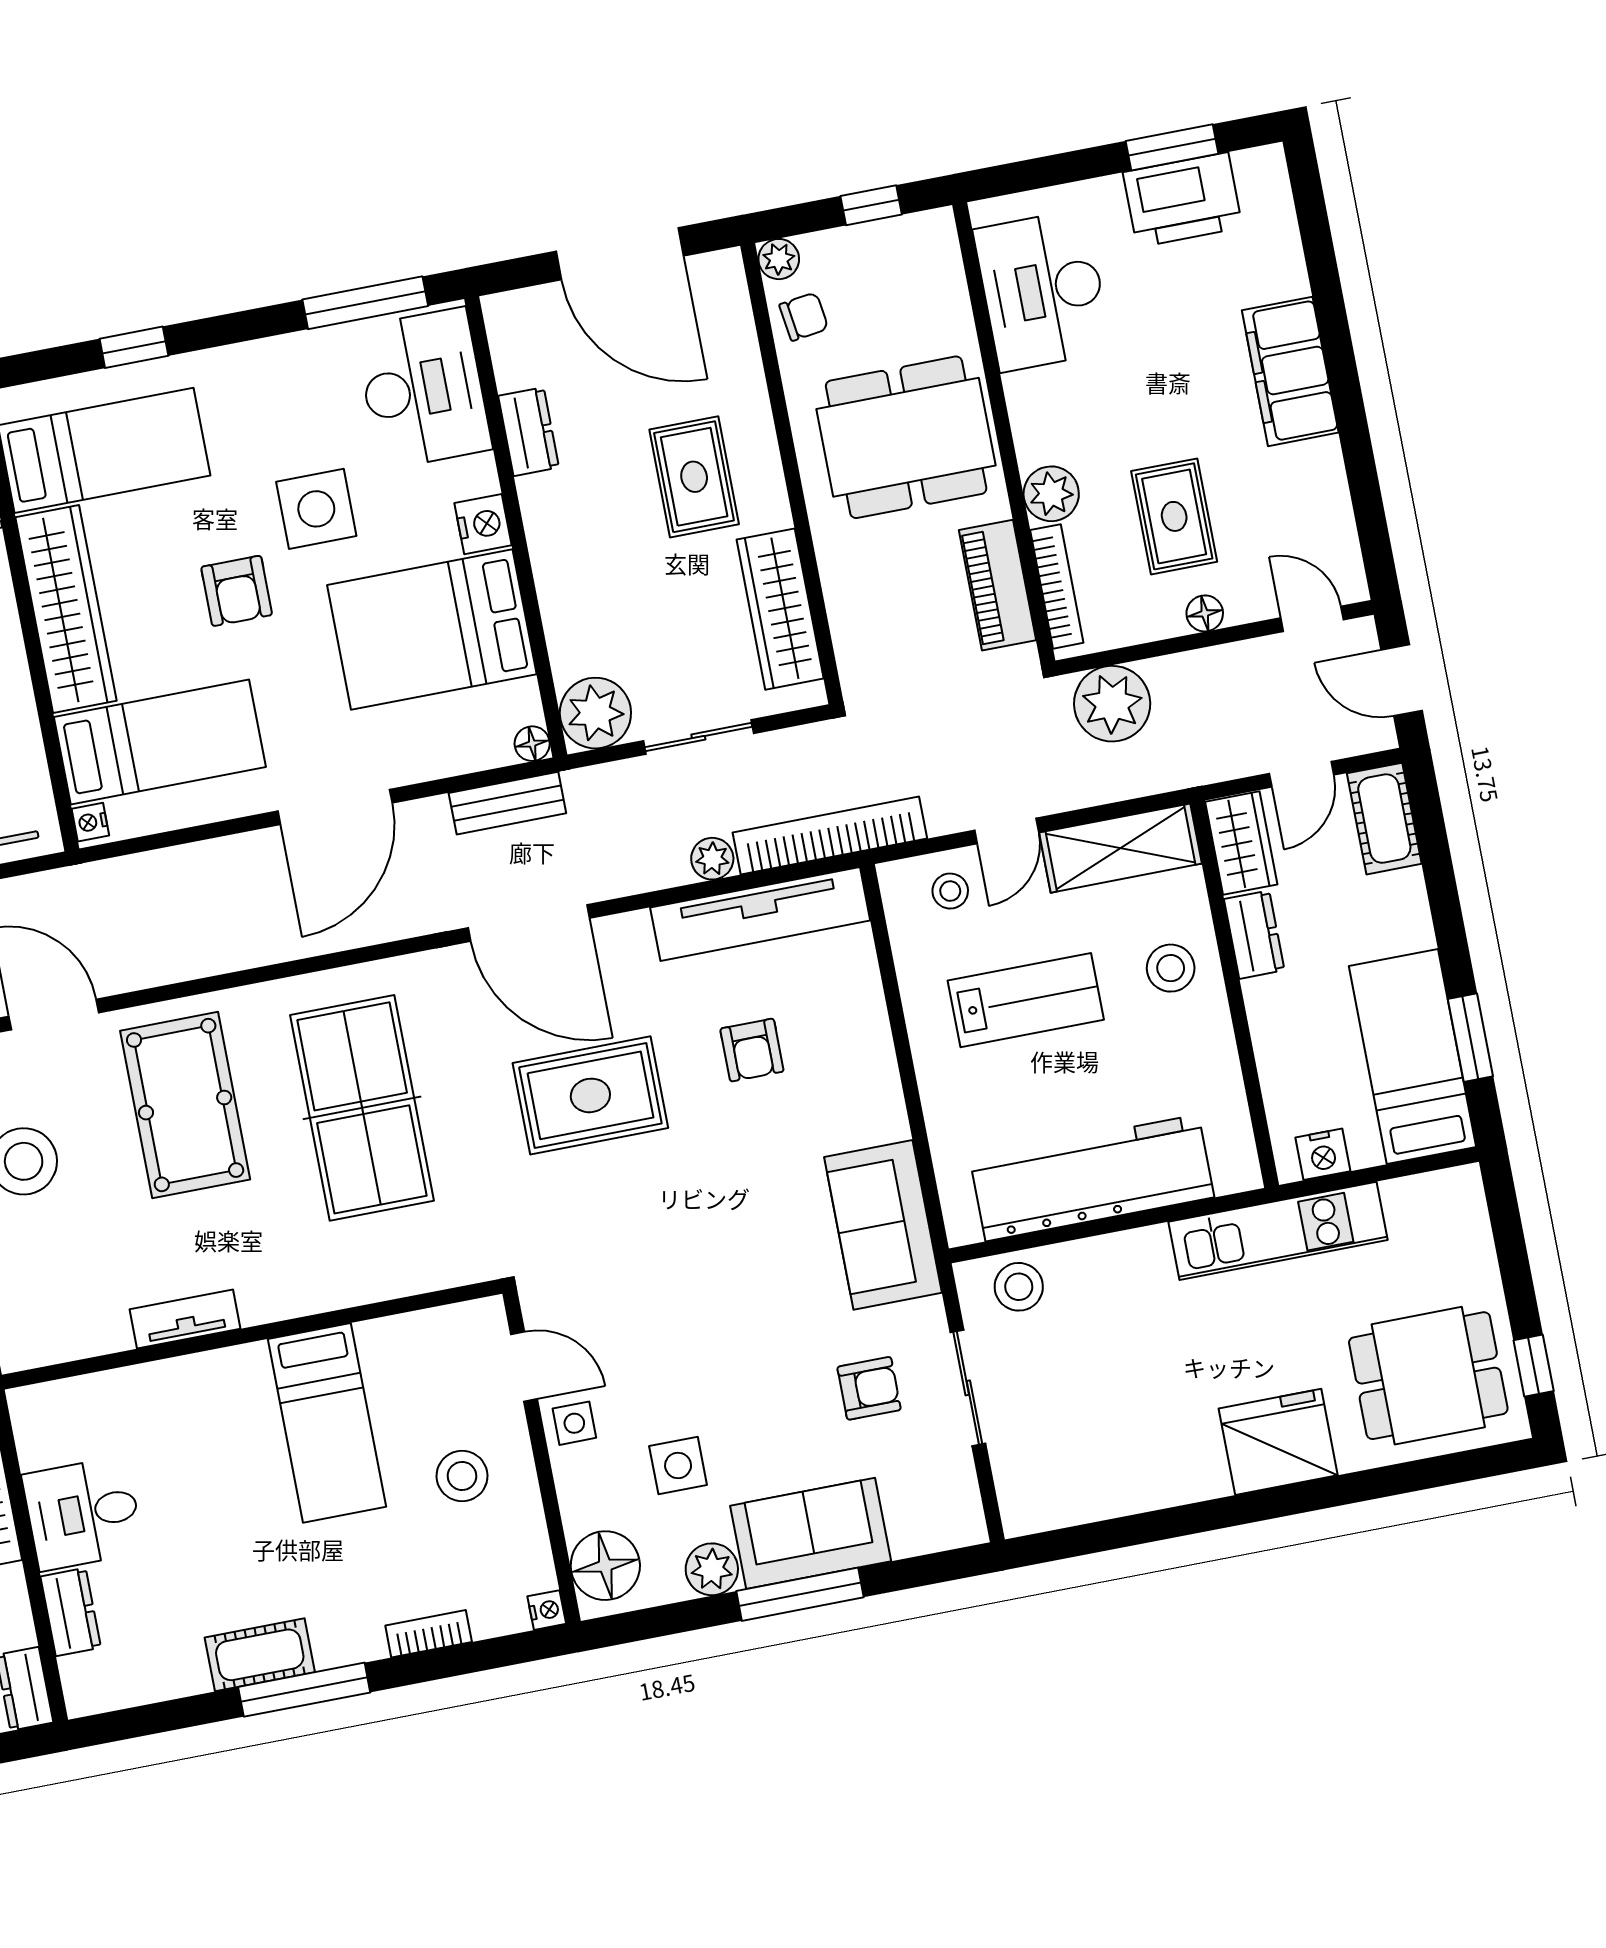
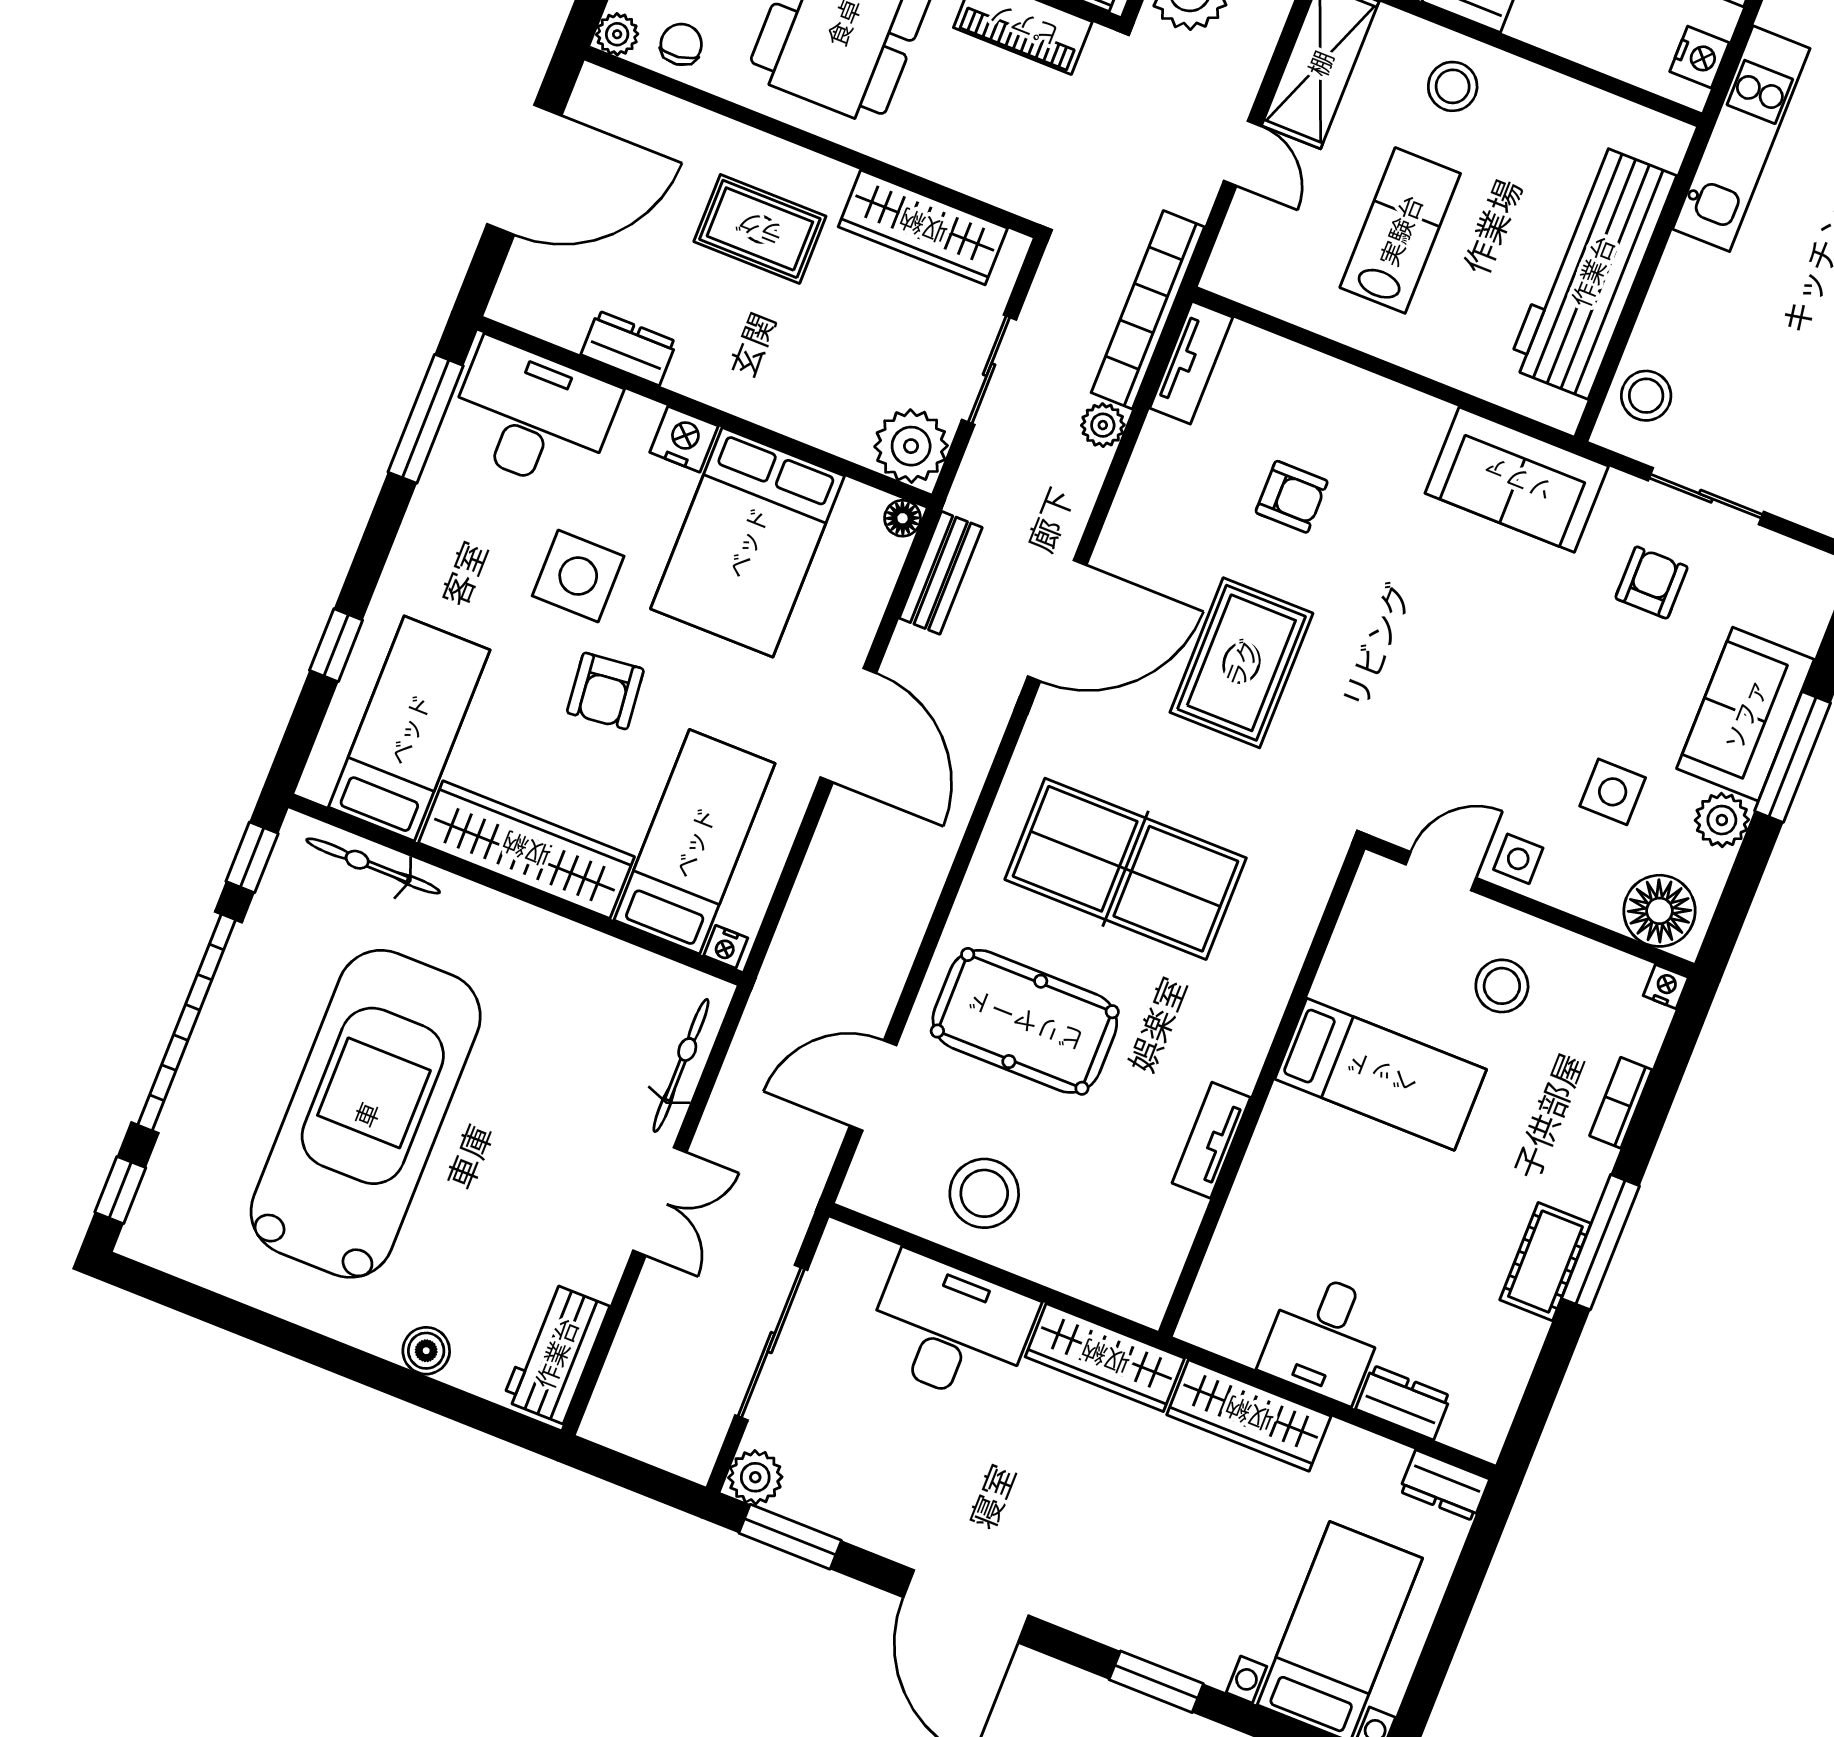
armchair: (237, 591) -> (605, 691), turned 84
stool: (950, 891) -> (1263, 236), removed
tv unit: (760, 914) -> (1191, 363), width x0.52, depth x0.78

